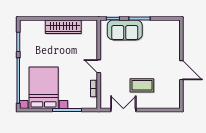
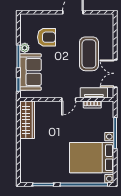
plant: (148, 24) -> (25, 48), added
wardrobe: (63, 27) -> (27, 120), moved
armchair: (158, 45) -> (46, 37), added
coffee table: (142, 85) -> (89, 54), width x1.36, depth x1.32
tv unit: (105, 90) -> (94, 93), added

